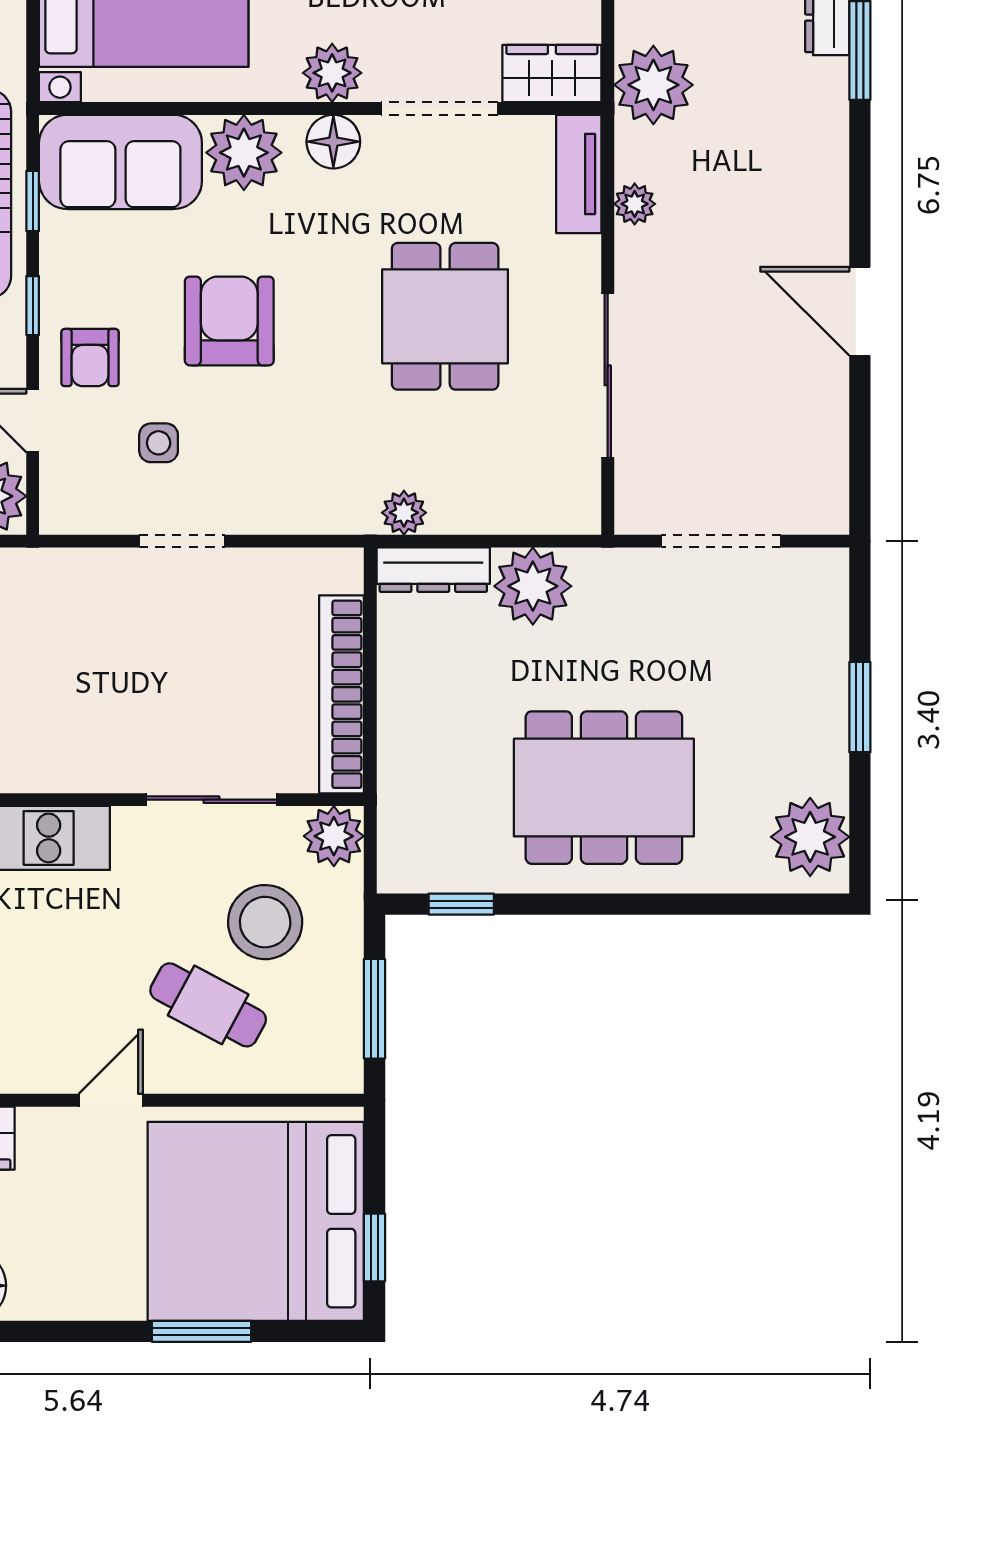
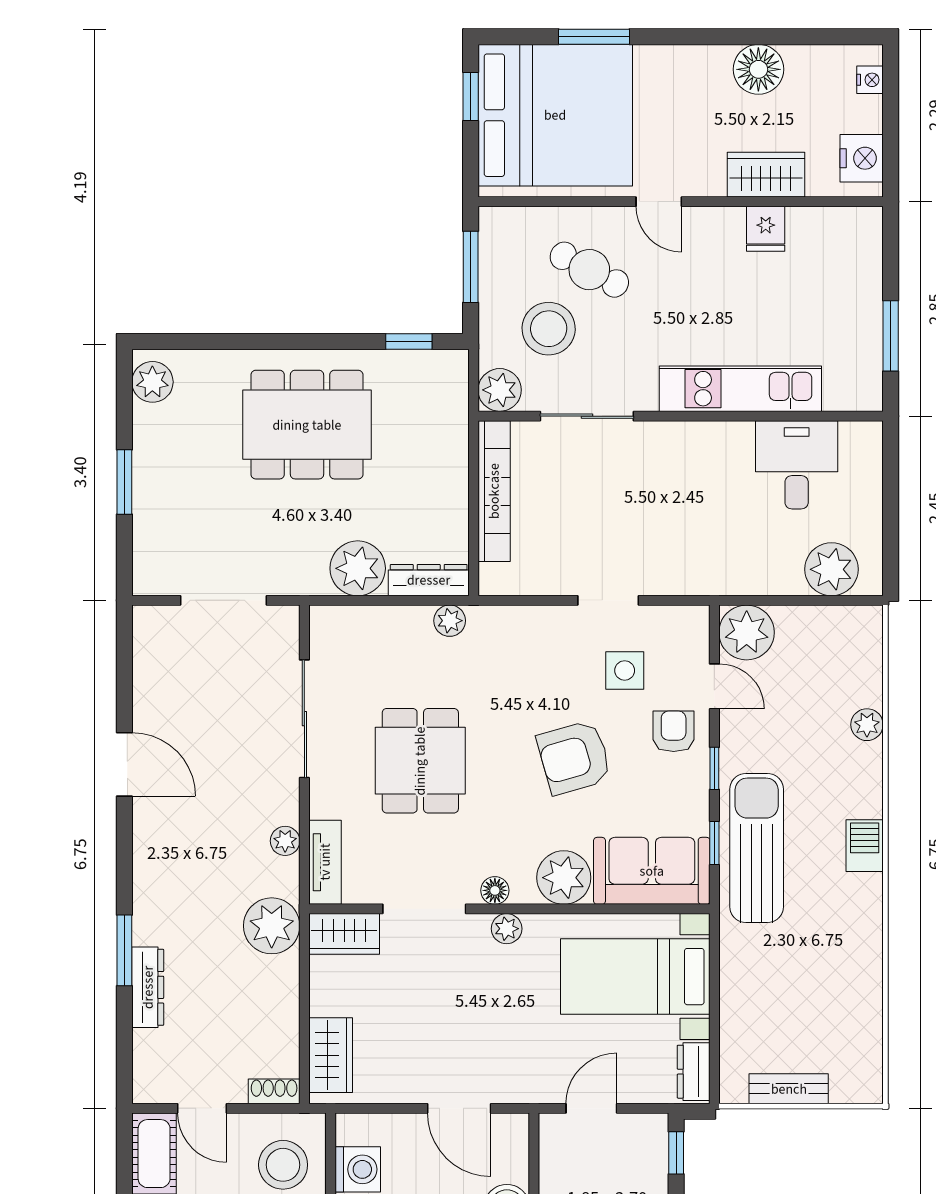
plant: (332, 73) -> (507, 929), width x0.73, depth x0.73
floor lamp: (333, 142) -> (495, 890), width x0.73, depth x0.73
armchair: (229, 321) -> (574, 757), turned 74
side table: (159, 443) -> (625, 670), width x1.37, depth x1.37
plant: (810, 837) -> (152, 382), width x0.73, depth x0.73
door: (111, 1100) -> (659, 202), hinge flipped

